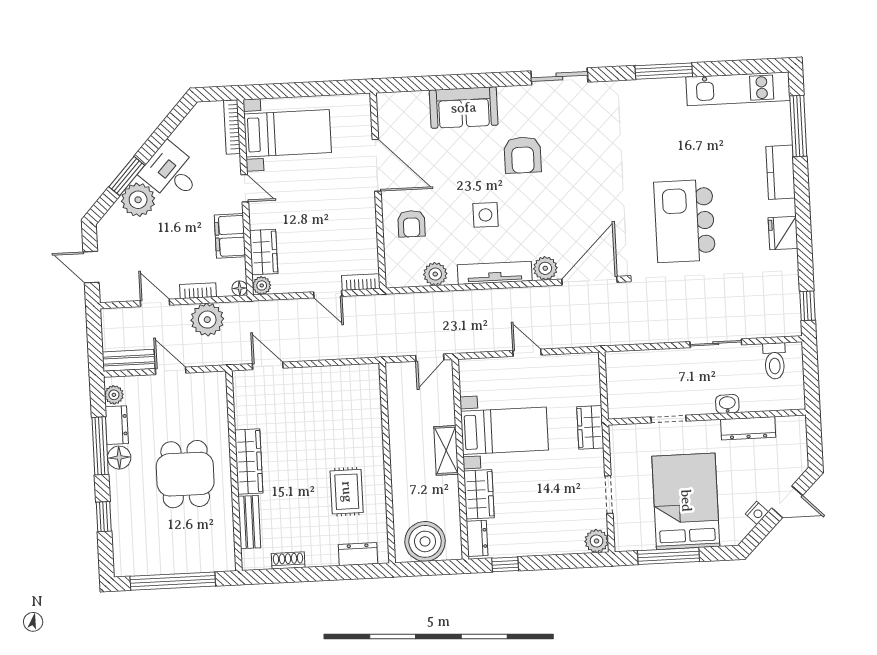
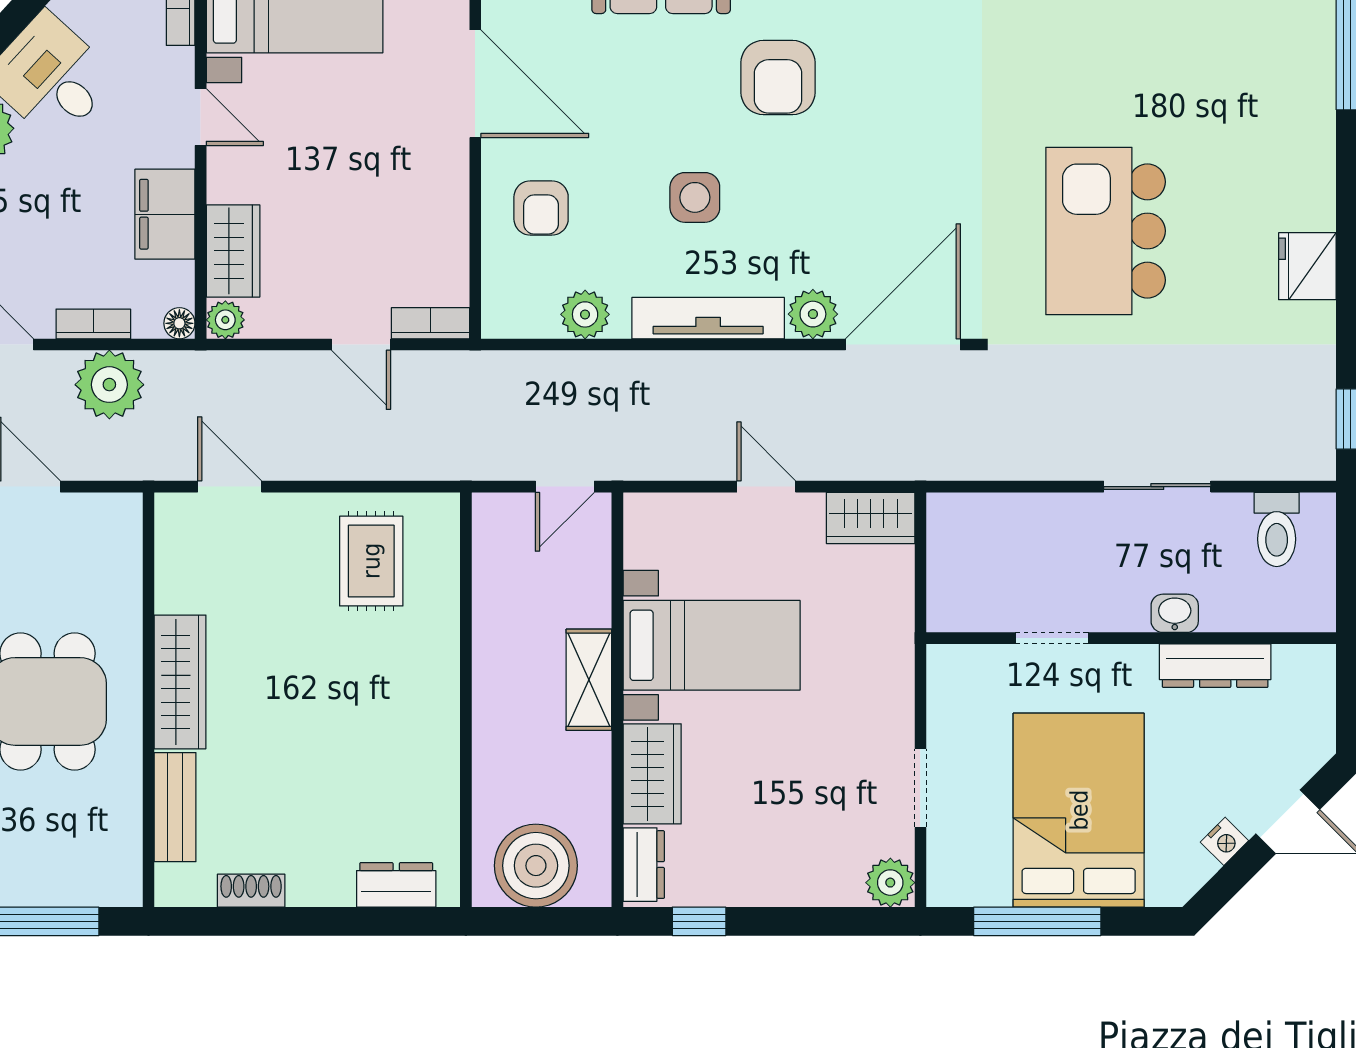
kitchen counter: (780, 172) -> (1309, 140), removed
wardrobe: (590, 427) -> (871, 518), moved, turned -90
rug: (347, 492) -> (371, 561), moved

